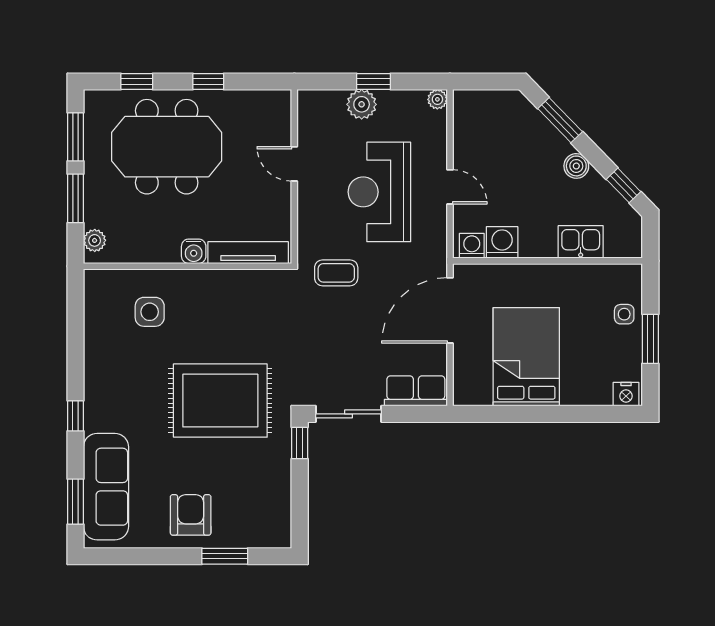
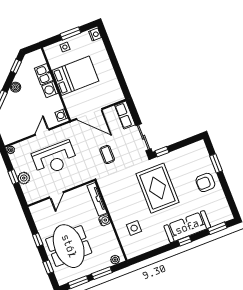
washing machine: (502, 242) -> (50, 90), moved
coffee table: (336, 273) -> (107, 155), moved
bed: (526, 357) -> (75, 76), moved, turned 180
sofa: (106, 487) -> (187, 227), moved

